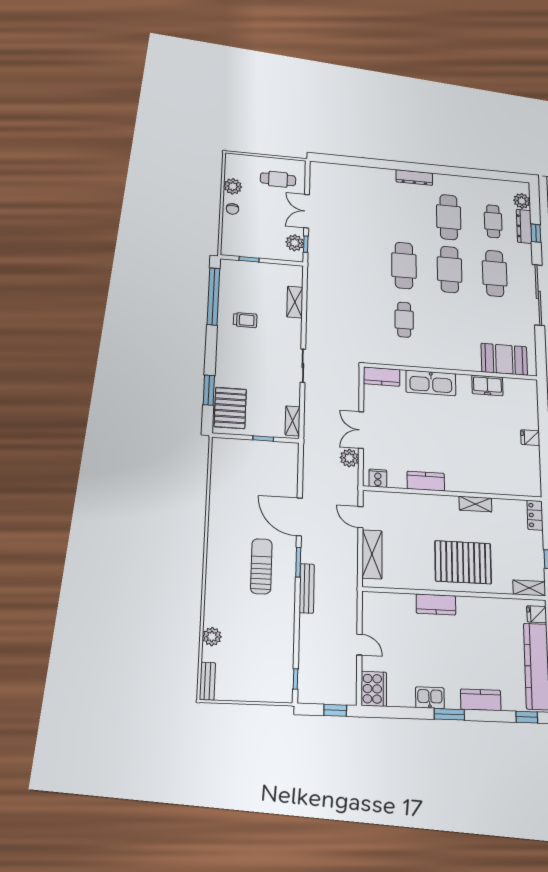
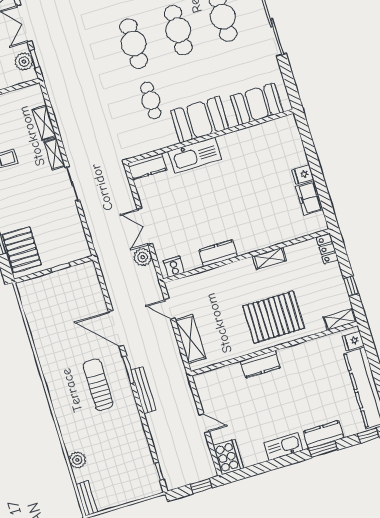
booth: (445, 353) -> (200, 120), added
freezer: (487, 385) -> (309, 198), moved, turned 90
shelving: (293, 421) -> (54, 154), moved
kitchen sink: (430, 698) -> (283, 446), width x1.38
window: (449, 714) -> (323, 449), moved

